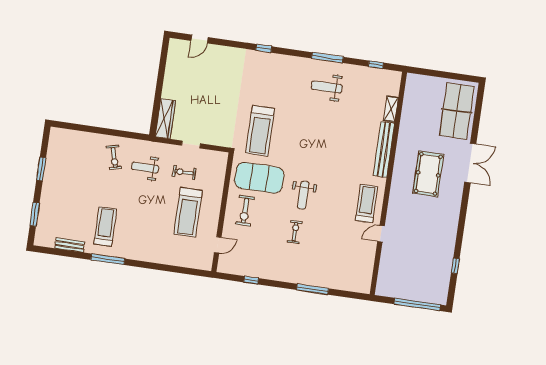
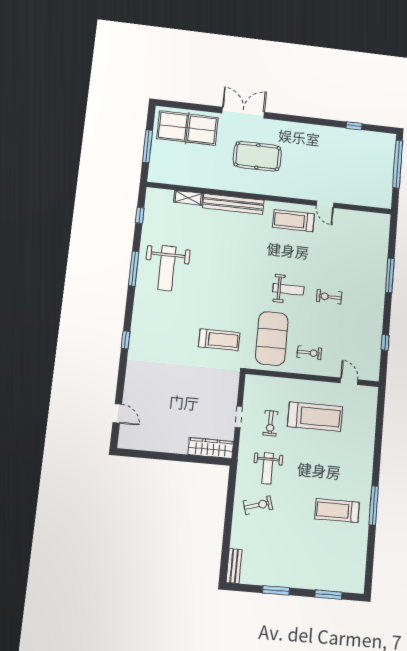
window: (440, 74) -> (148, 146), added
weight bench: (327, 87) -> (167, 268), width x1.36, depth x1.33
treadmill: (260, 131) -> (219, 340), width x0.73, depth x0.73
exercise bike: (245, 211) -> (309, 353), width x0.73, depth x0.72
bench: (70, 245) -> (234, 566), moved

